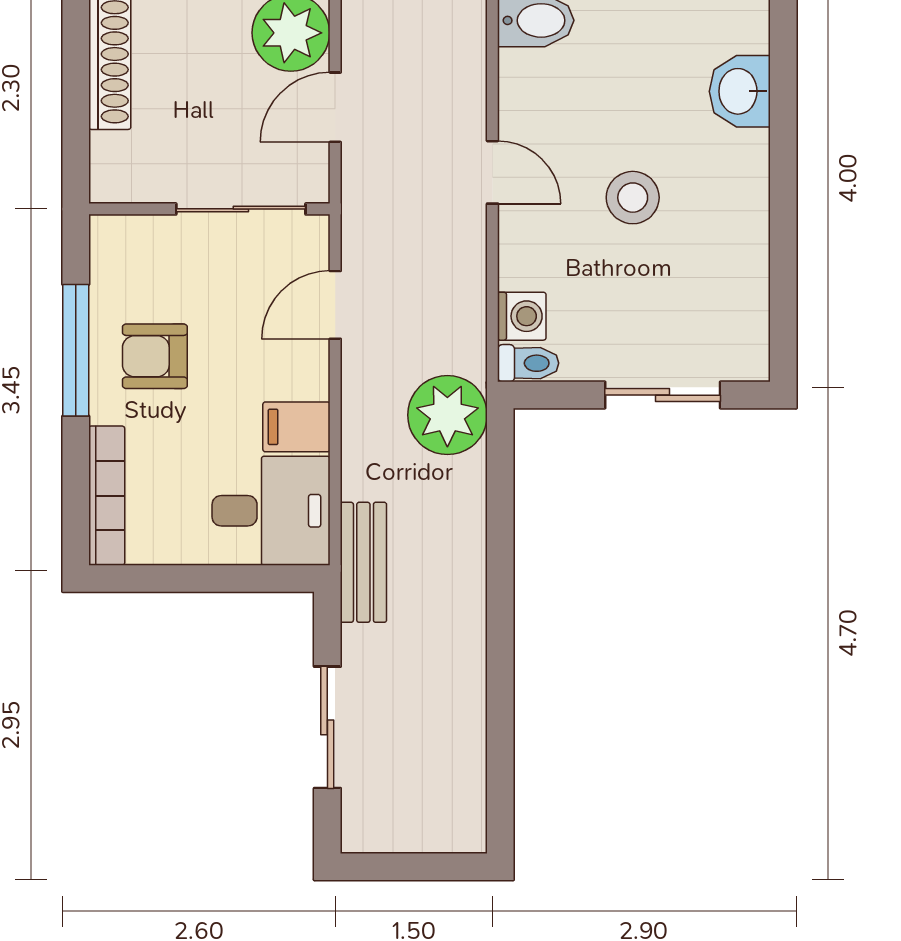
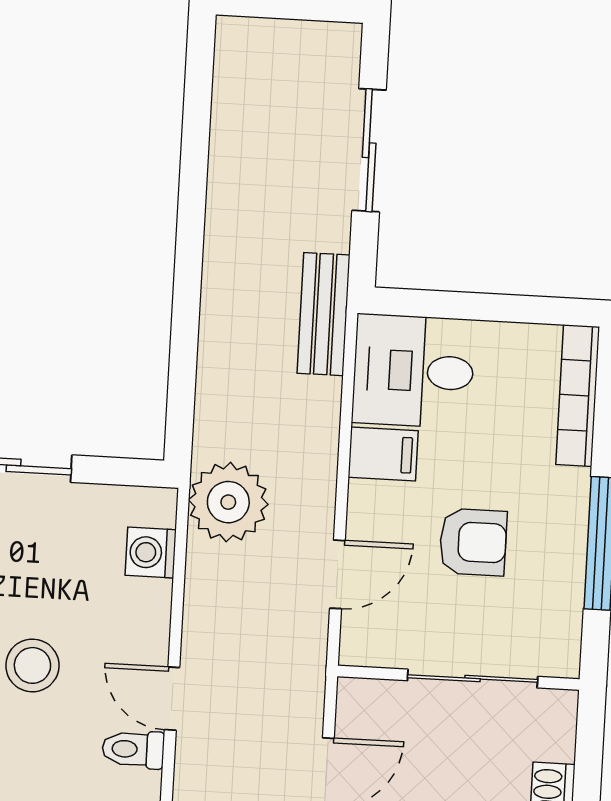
sliding door: (241, 209) -> (473, 679), moved
armchair: (155, 356) -> (473, 542), moved
toilet: (528, 363) -> (133, 749), moved
plant: (447, 415) -> (228, 502), moved

